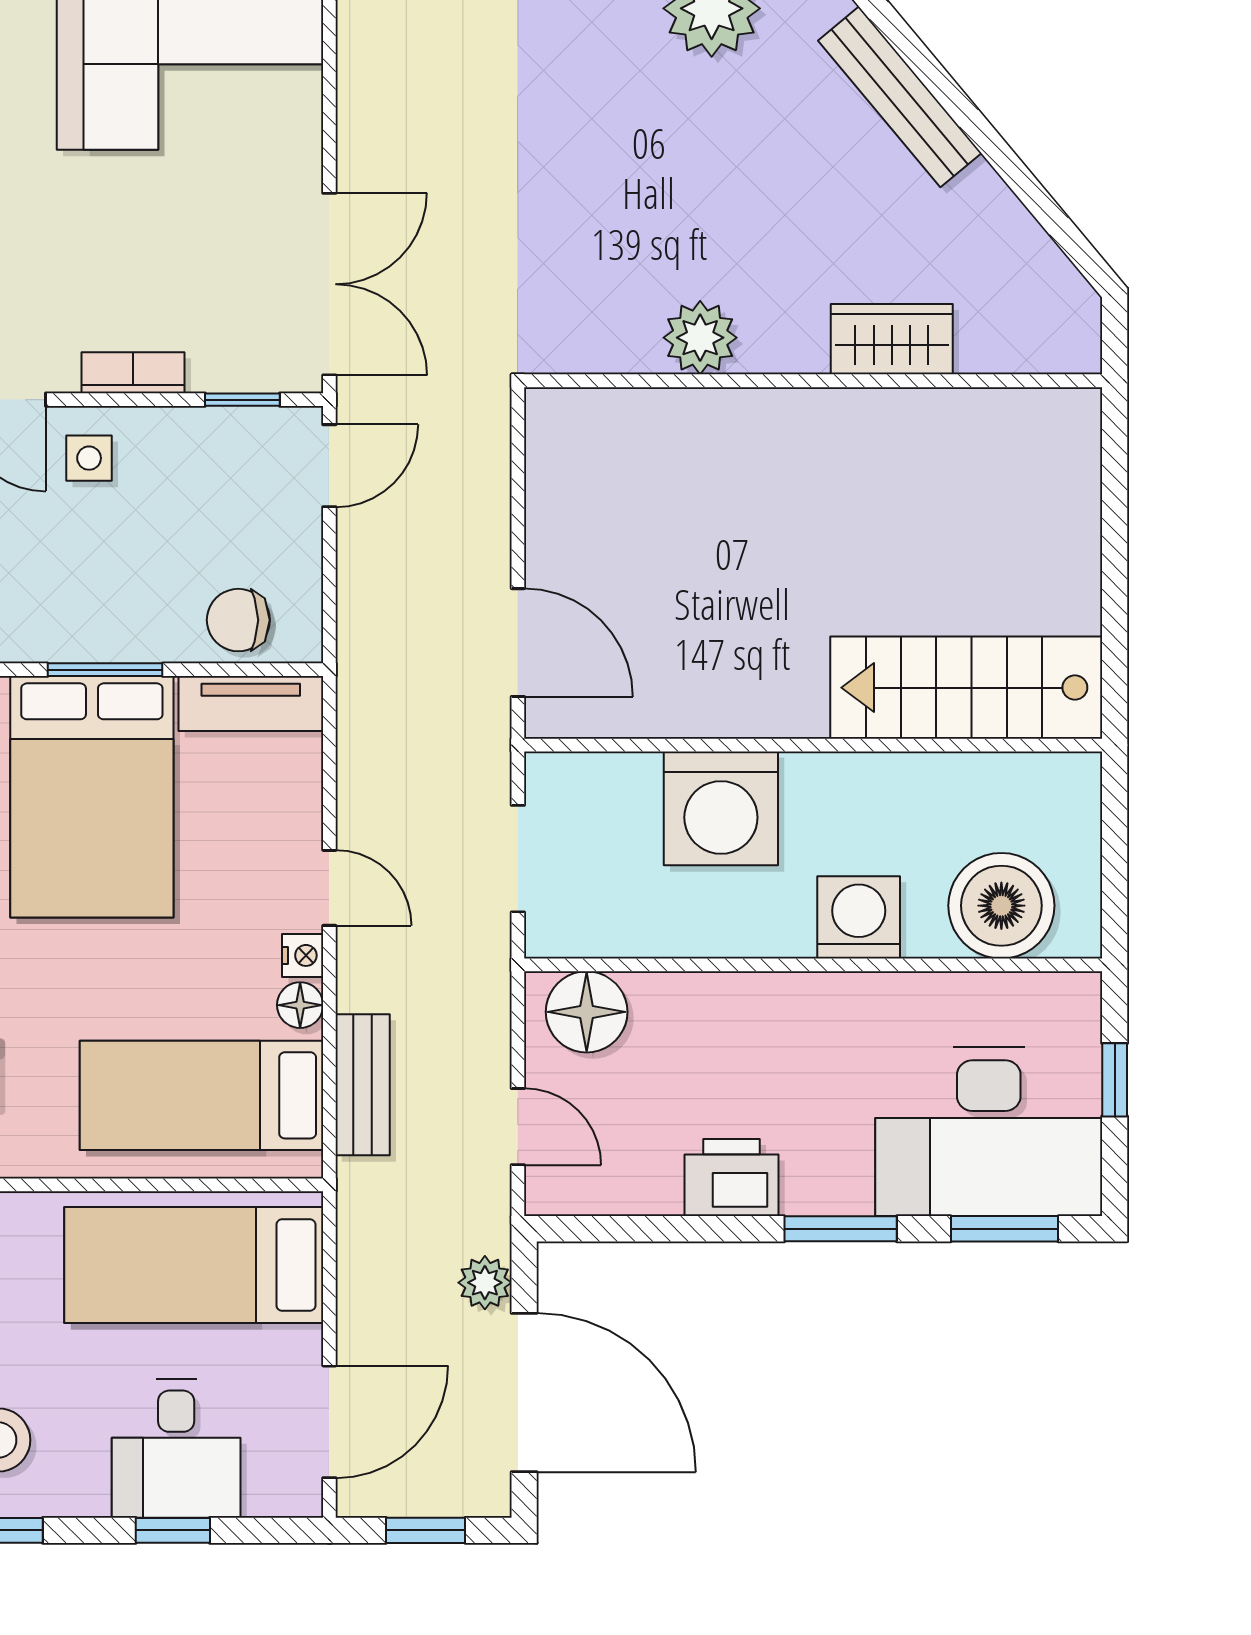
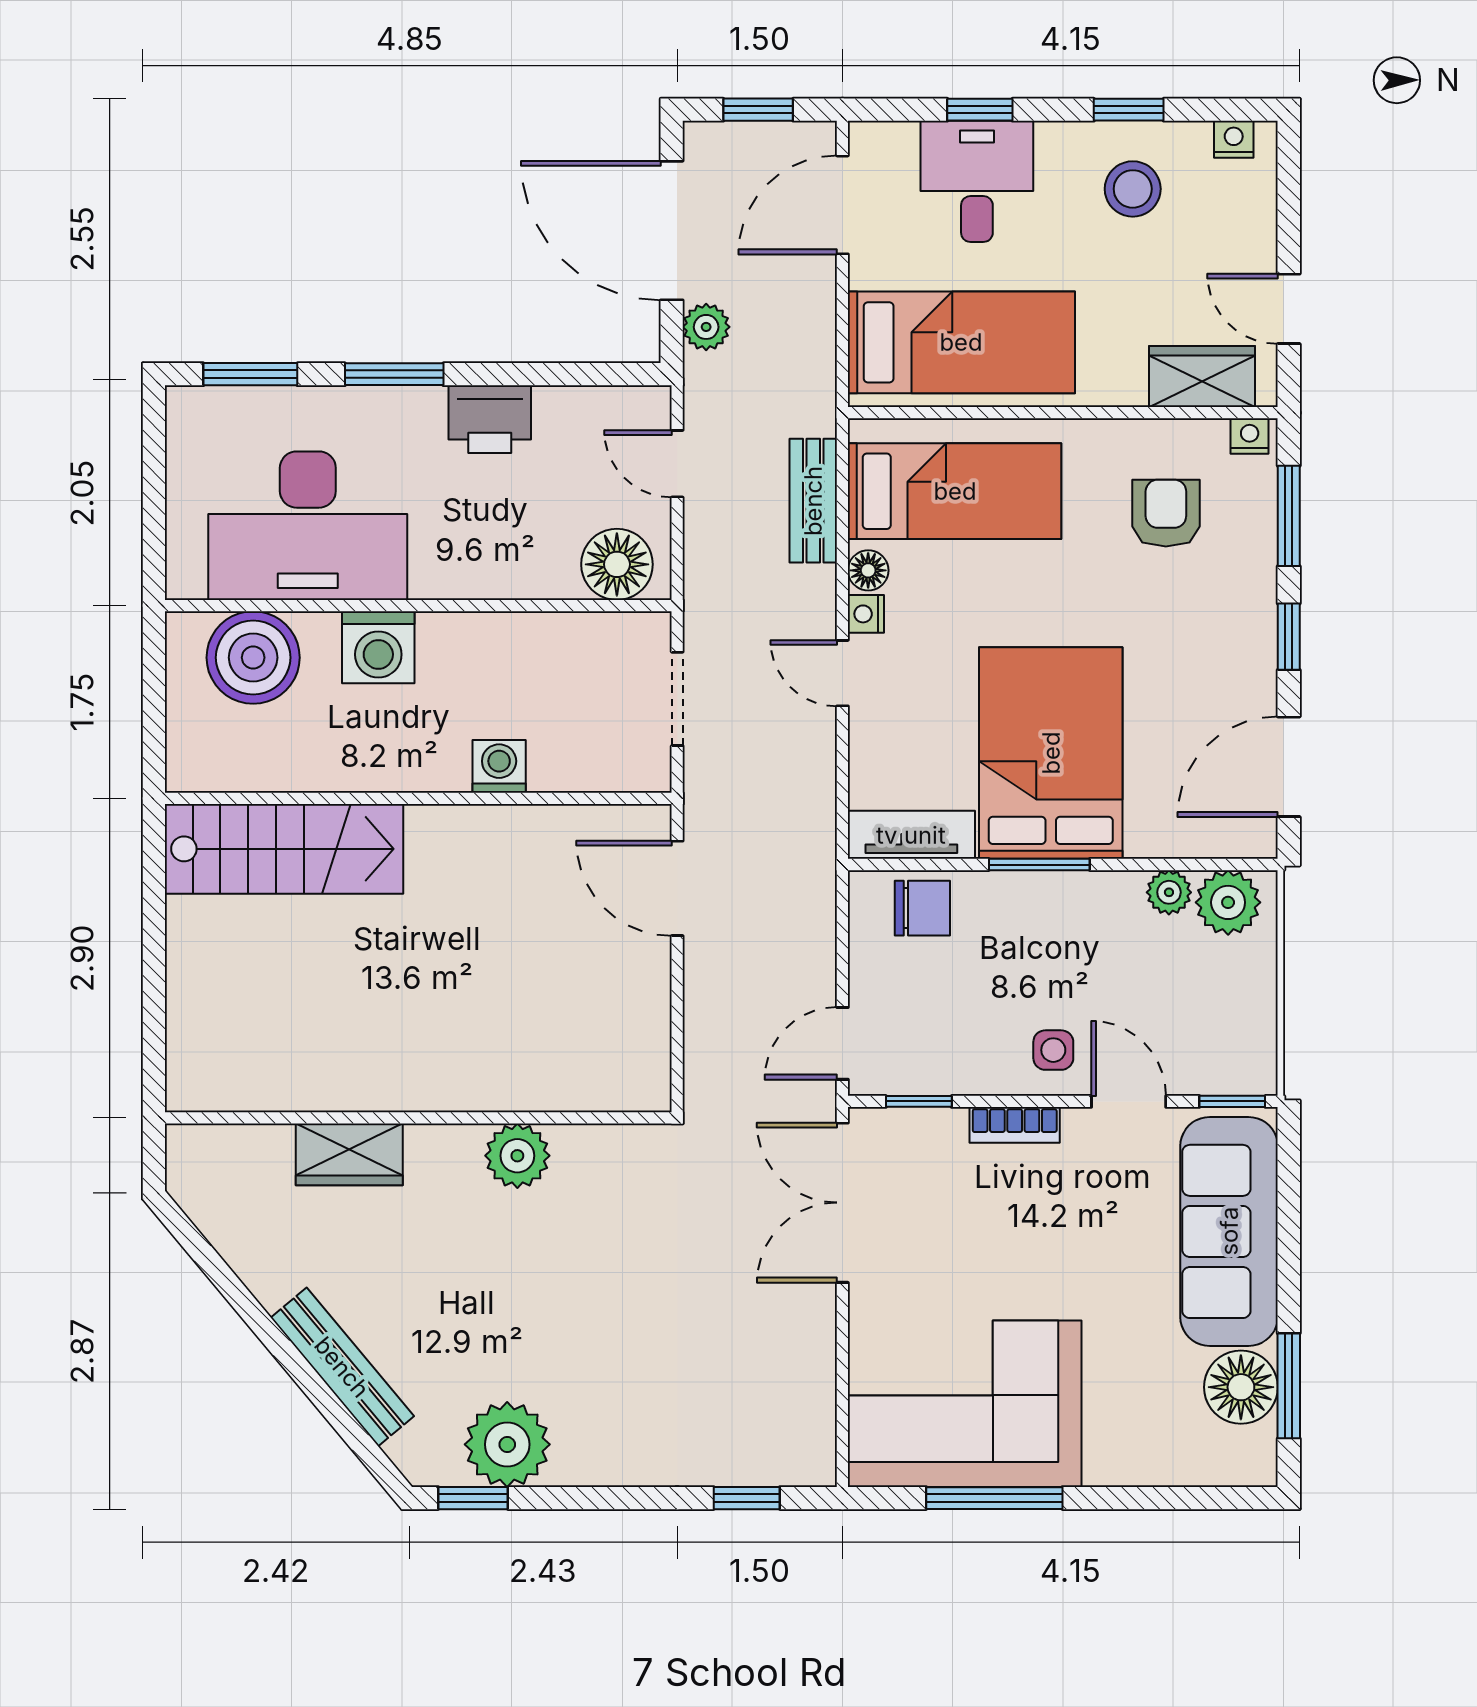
washing machine: (721, 808) -> (499, 766), width x0.53, depth x0.53
window: (1115, 1080) -> (154, 505), removed
desk: (989, 1131) -> (308, 526), moved, turned 180

